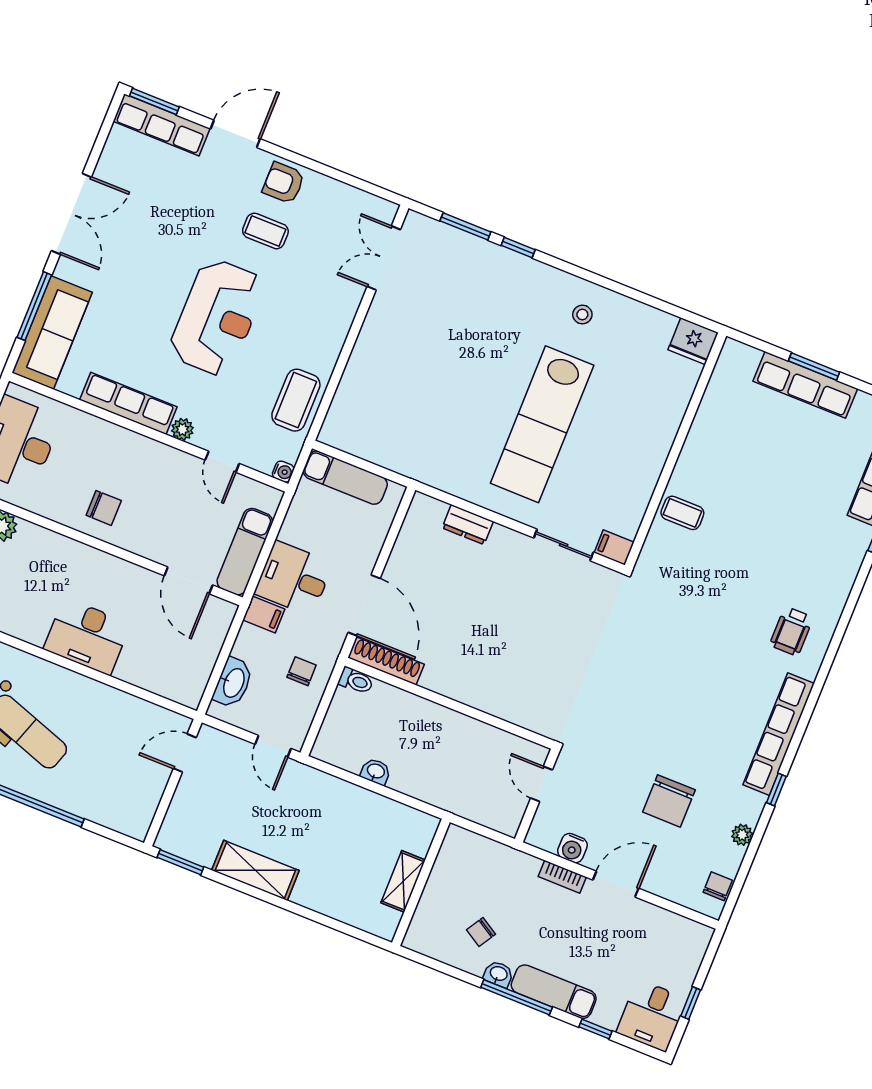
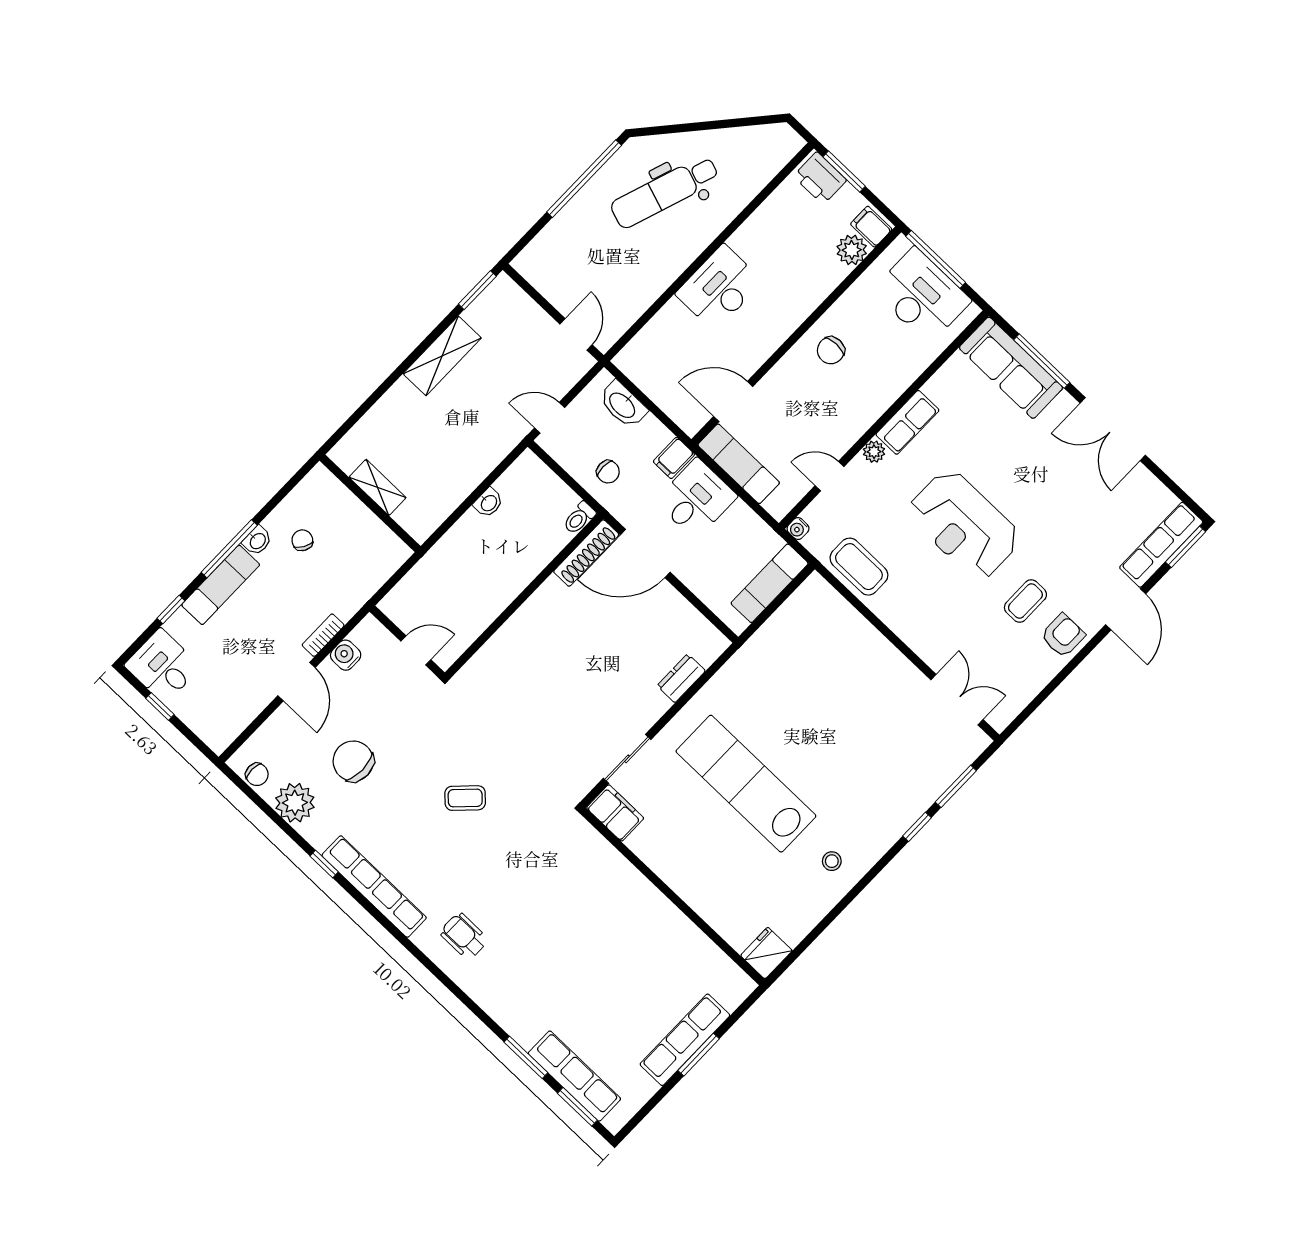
row of seats: (128, 403) -> (907, 422), width x0.68
coffee table: (682, 513) -> (465, 798), moved, turned 45
filing cabinet: (614, 547) -> (615, 813), width x2.00
plant: (742, 835) -> (295, 803), width x1.87, depth x1.87

